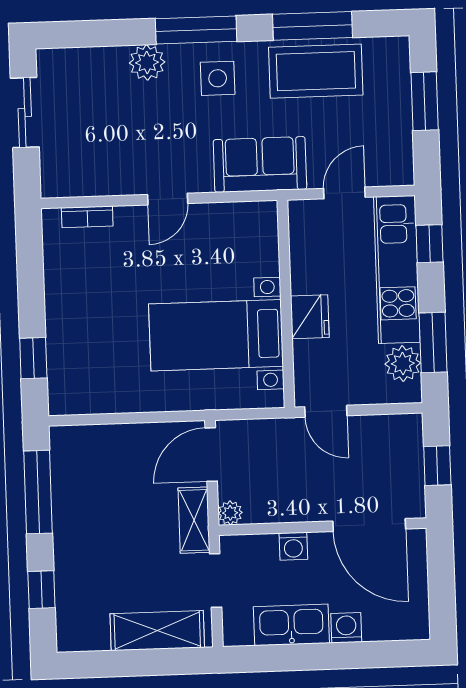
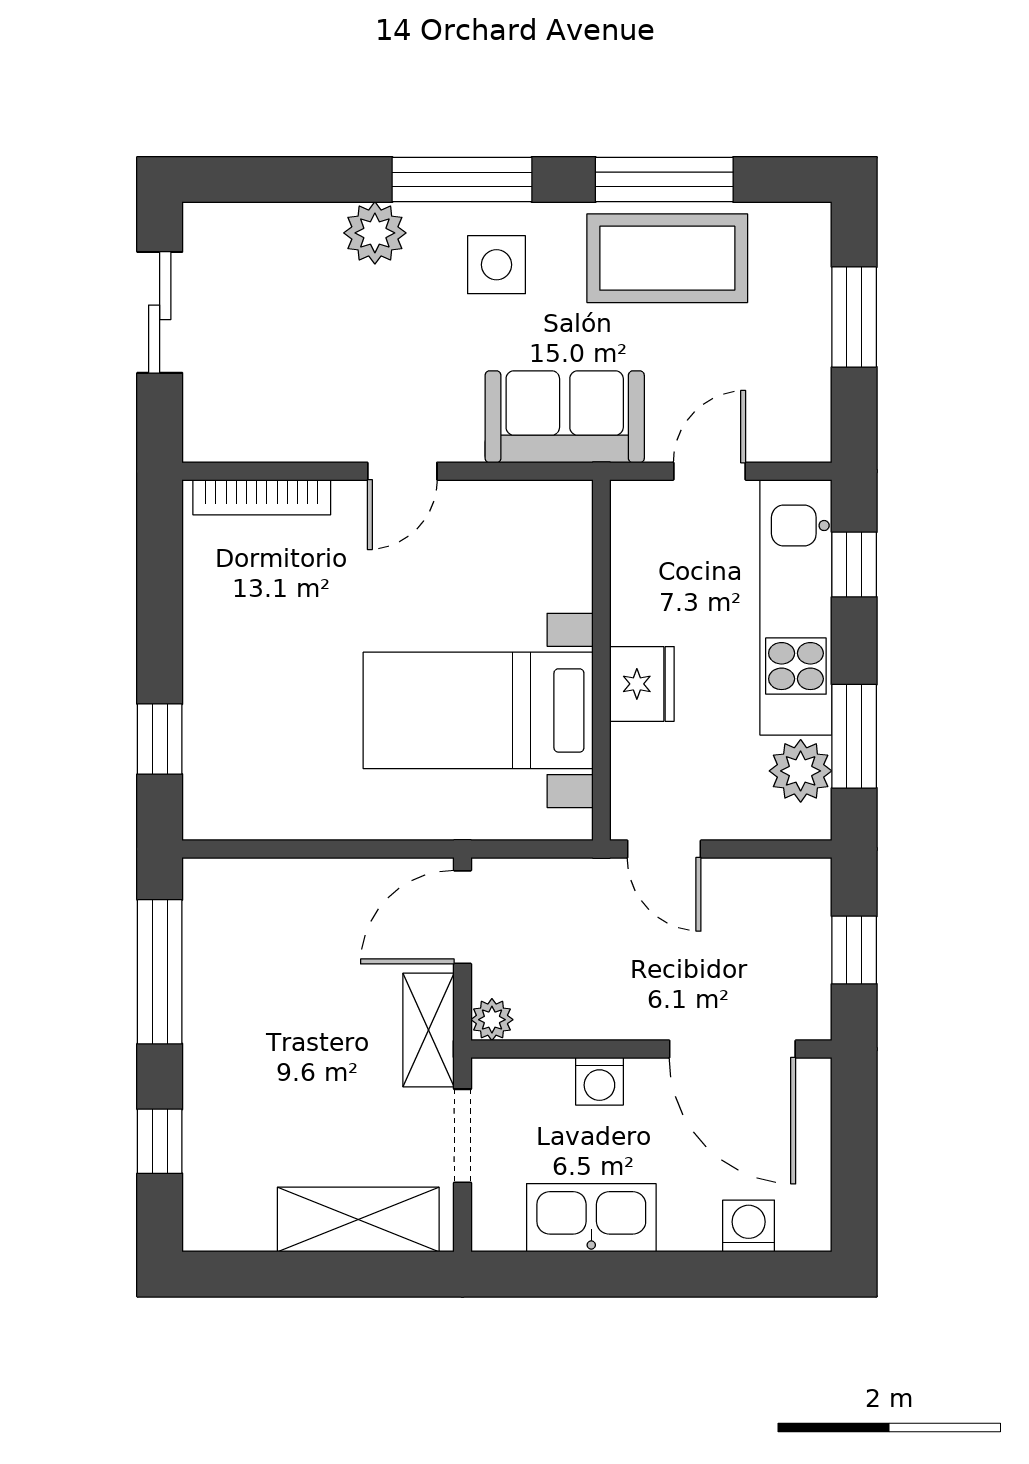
bookcase: (87, 217) -> (262, 497), width x1.56
washing machine: (346, 628) -> (749, 1226), moved

